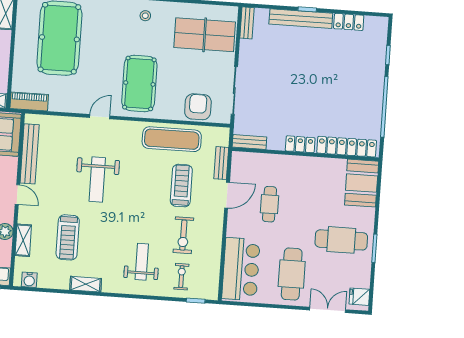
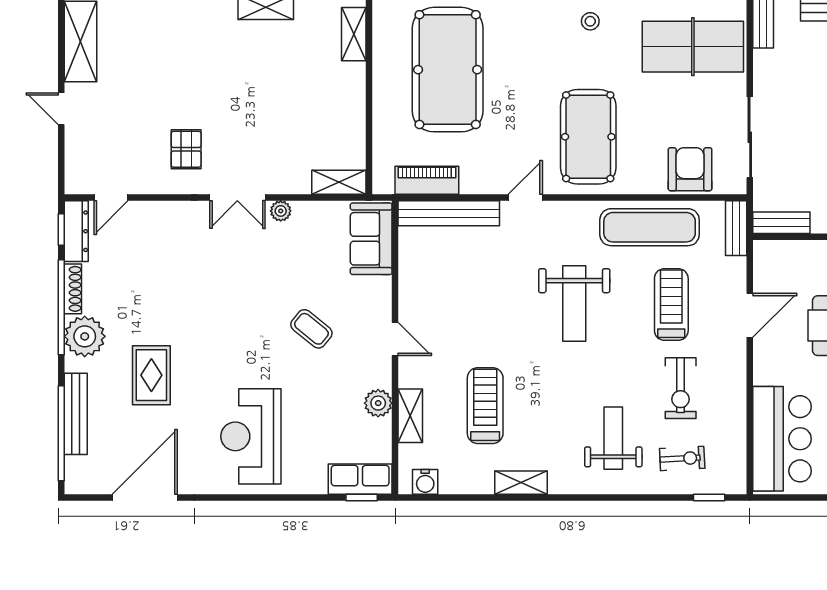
piano: (29, 101) -> (427, 180), moved
bench: (30, 154) -> (449, 213), moved, turned 90
bench: (221, 163) -> (736, 228), moved
weight bench: (97, 180) -> (574, 303), moved
treadmill: (68, 237) -> (485, 406), turned 180
exercise bike: (181, 277) -> (682, 458), turned 87

